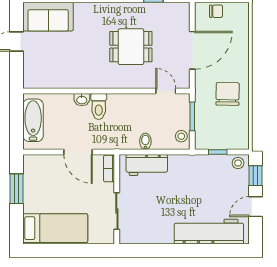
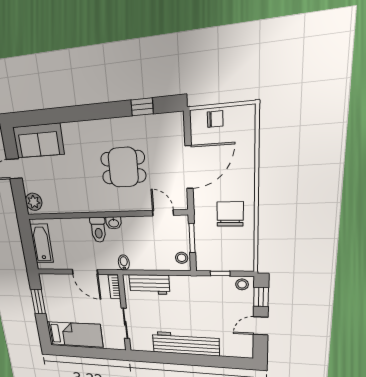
plant: (32, 76) -> (34, 202), added
washbasin: (82, 100) -> (114, 223), moved
bidet: (145, 141) -> (124, 263), moved
workbench: (209, 232) -> (186, 344), moved

